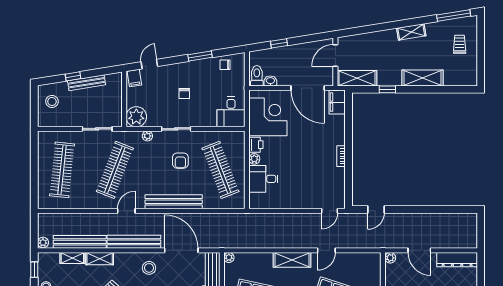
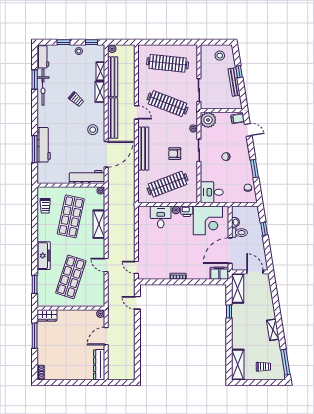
toilet: (257, 76) -> (239, 233), moved
shelving: (423, 78) -> (238, 365), moved
shelving: (292, 260) -> (99, 224), moved

